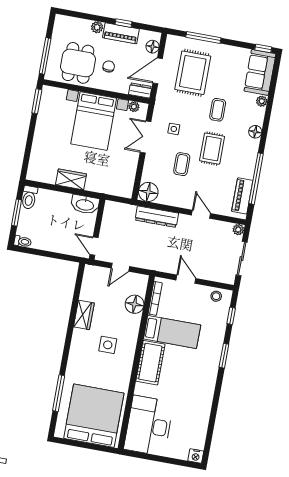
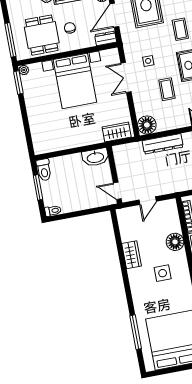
plant: (134, 107) -> (24, 70), moved
wardrobe: (71, 179) -> (117, 132), moved
floor lamp: (135, 304) -> (175, 242), moved

